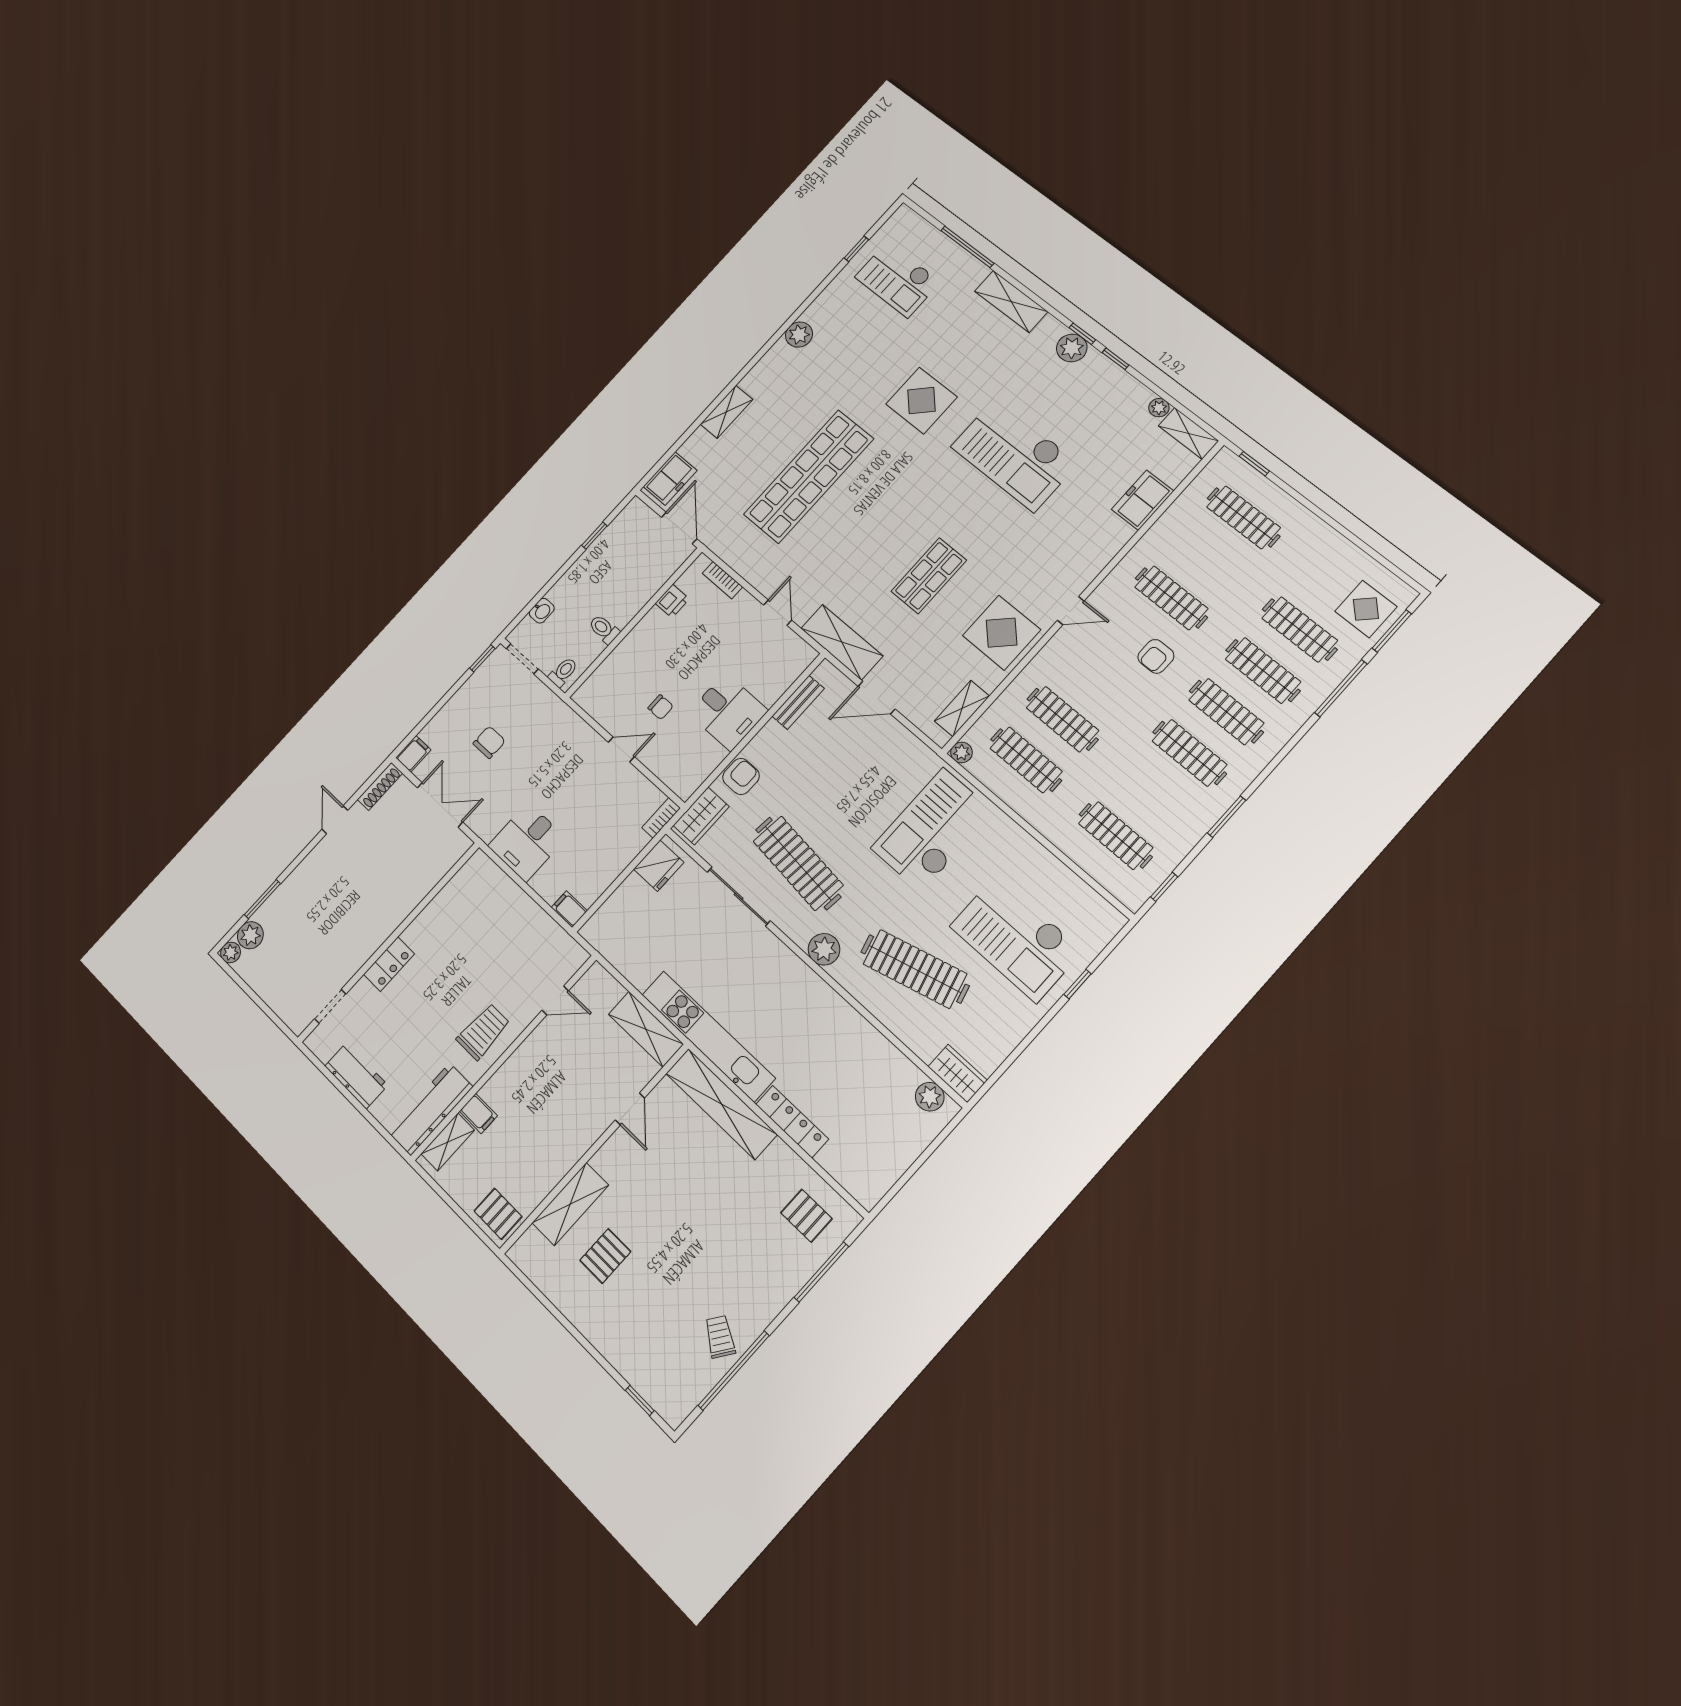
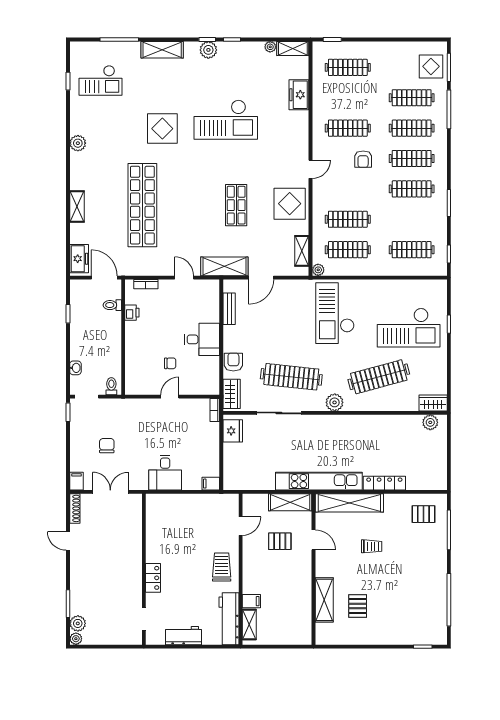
toilet: (604, 629) -> (112, 305), moved
pallet: (498, 1214) -> (280, 541), moved
trolley: (720, 1337) -> (372, 546), moved, turned 146

